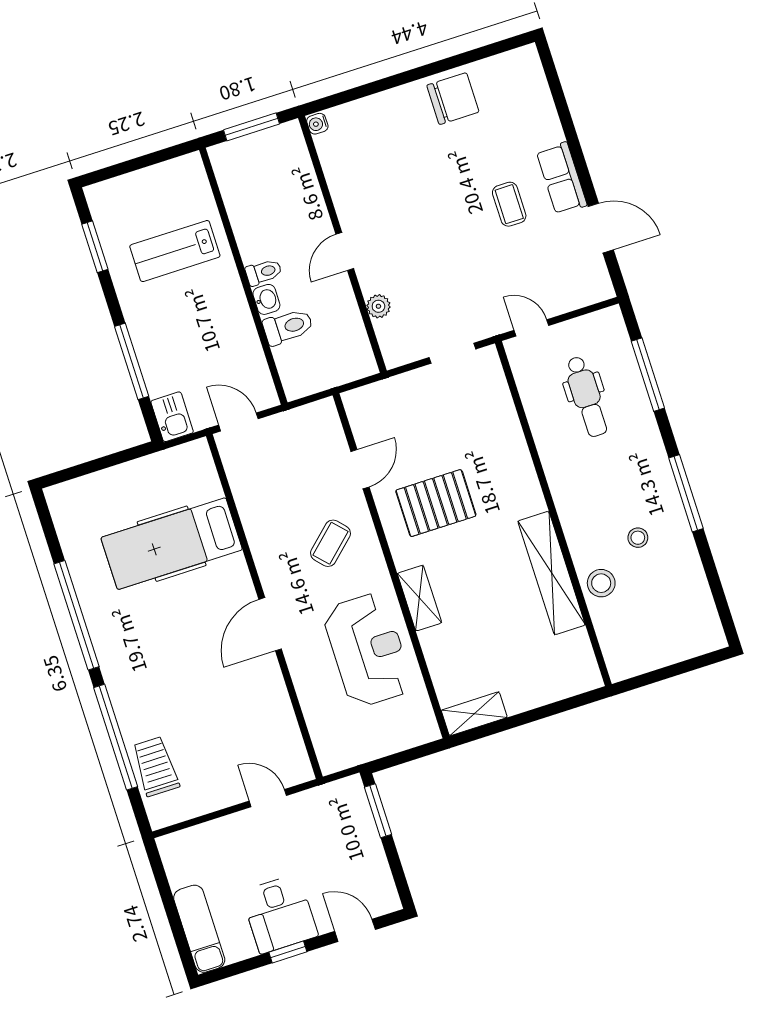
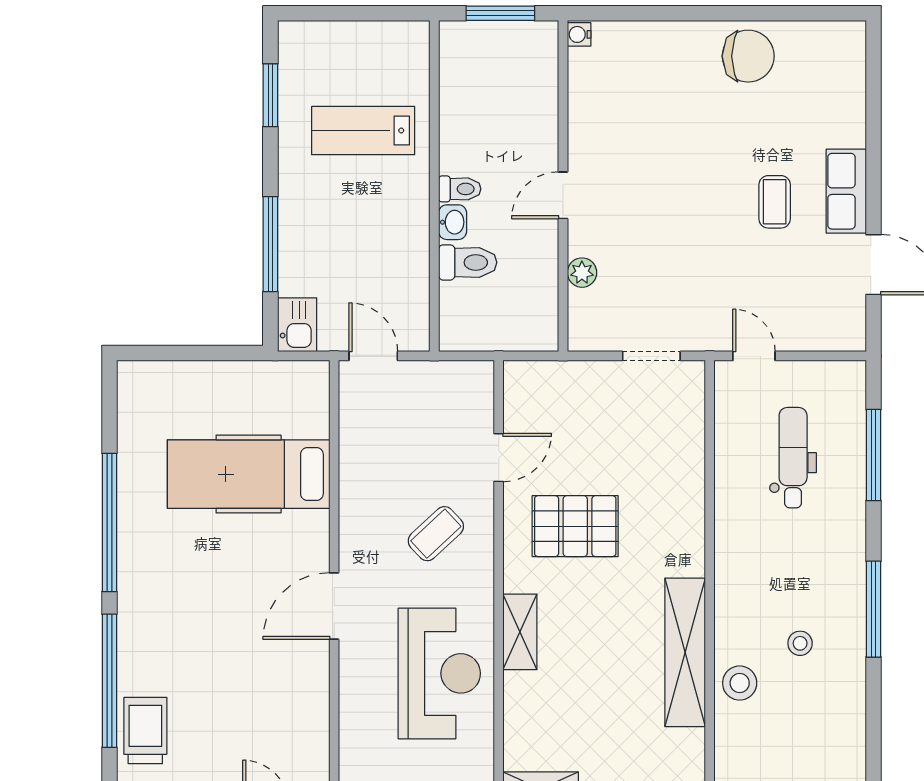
dental chair: (587, 397) -> (793, 458), turned 180

